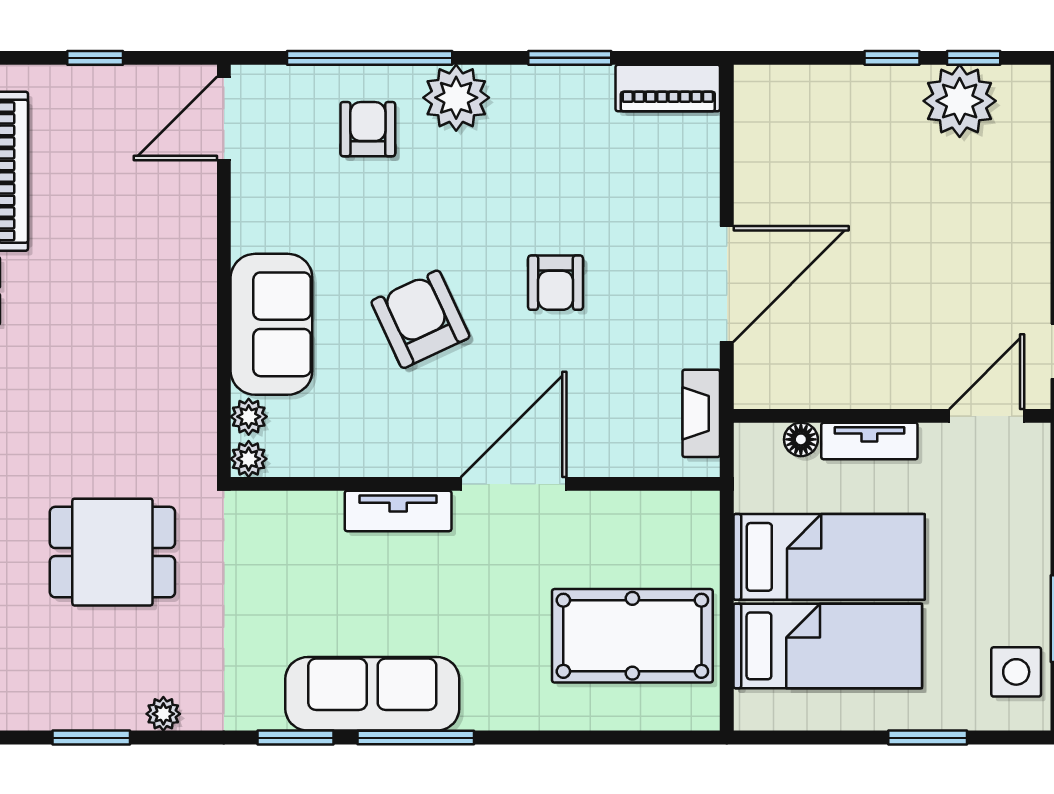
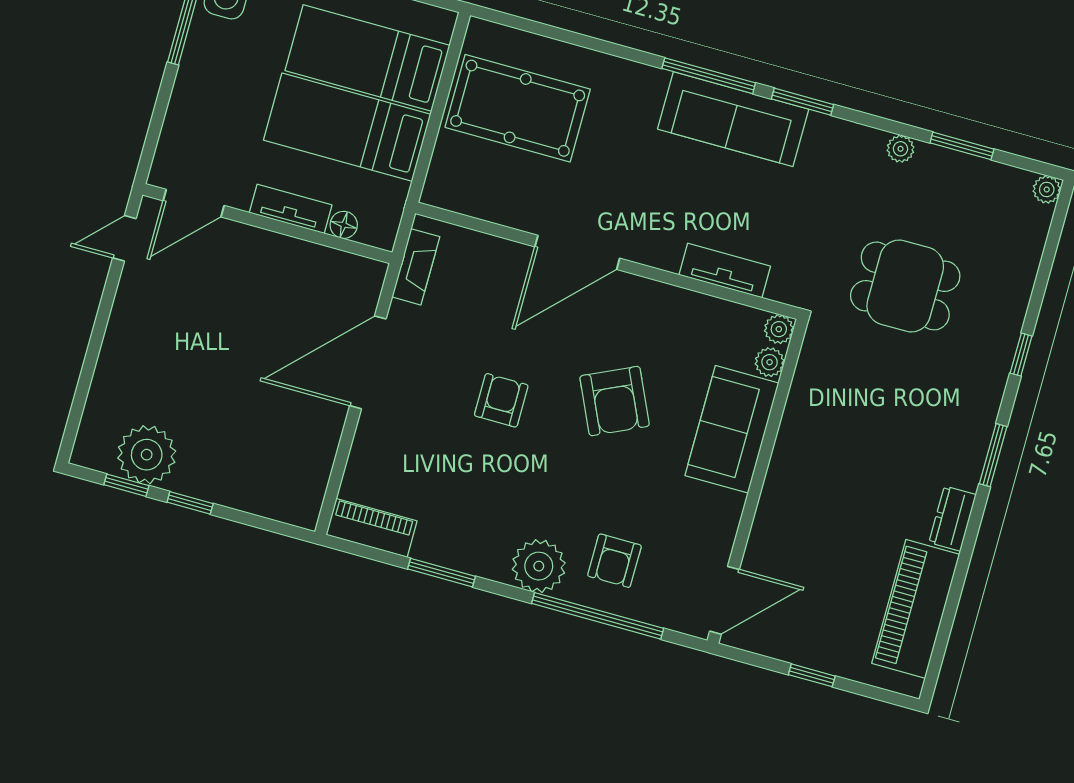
tv unit: (398, 511) -> (725, 270), moved

